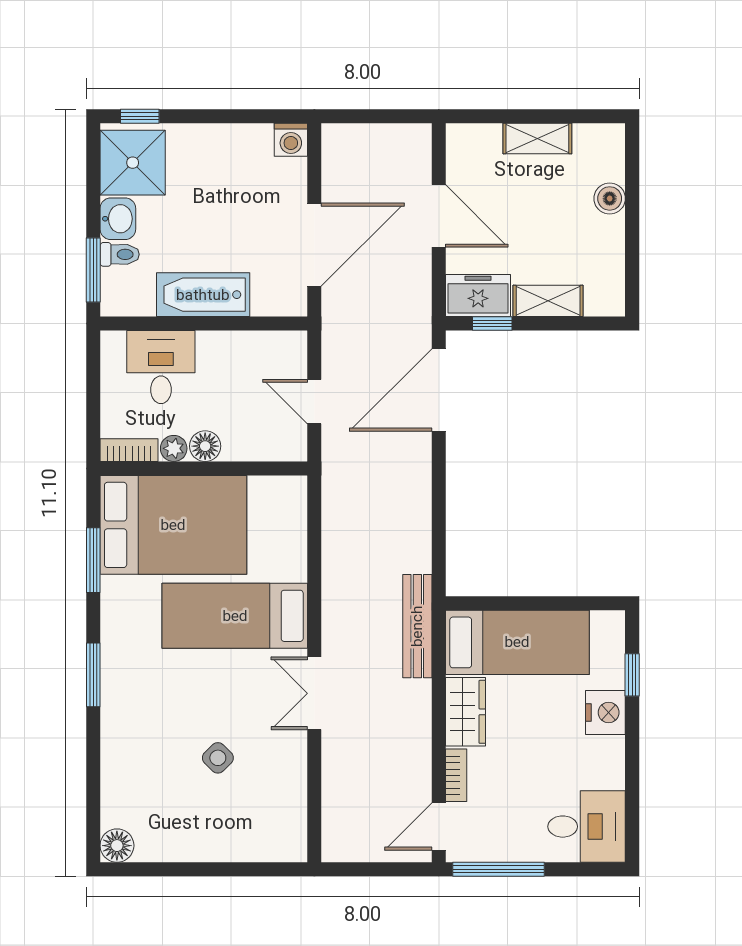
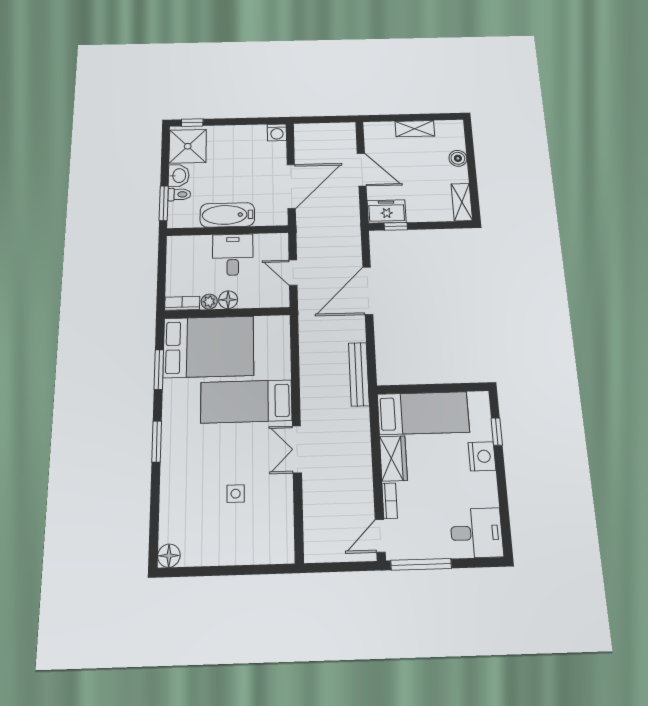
shelving: (548, 301) -> (462, 202), moved, turned 90
desk: (161, 367) -> (233, 255), moved
door: (439, 390) -> (368, 291), moved
bench: (417, 626) -> (359, 374), moved
side table: (218, 758) -> (236, 494), turned 45

